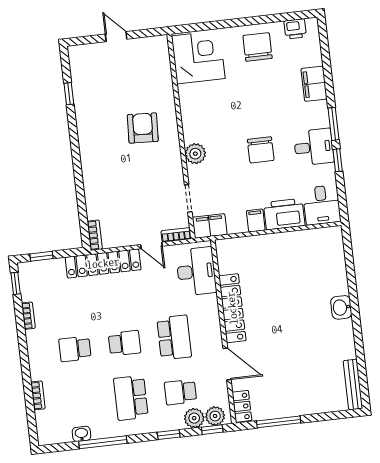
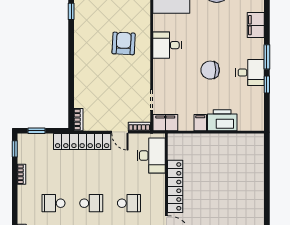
chair: (261, 150) -> (210, 70), turned 90
plant: (195, 154) -> (161, 67), removed
desk: (322, 205) -> (167, 45), moved, turned 90
washbasin: (341, 307) -> (257, 195), removed
school desk: (174, 337) -> (129, 203), width x0.54

